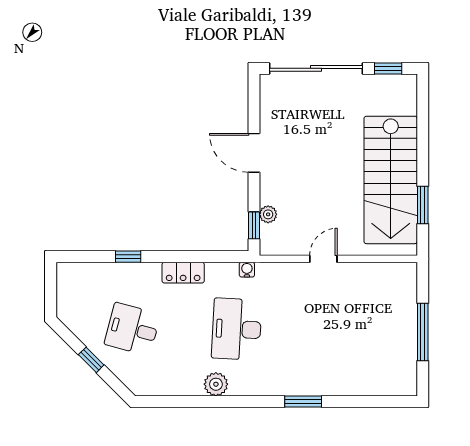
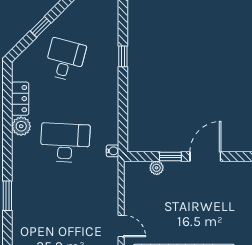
window: (254, 225) -> (170, 156), moved
door: (323, 259) -> (121, 226), moved
locker: (183, 273) -> (20, 99), moved, turned 180

